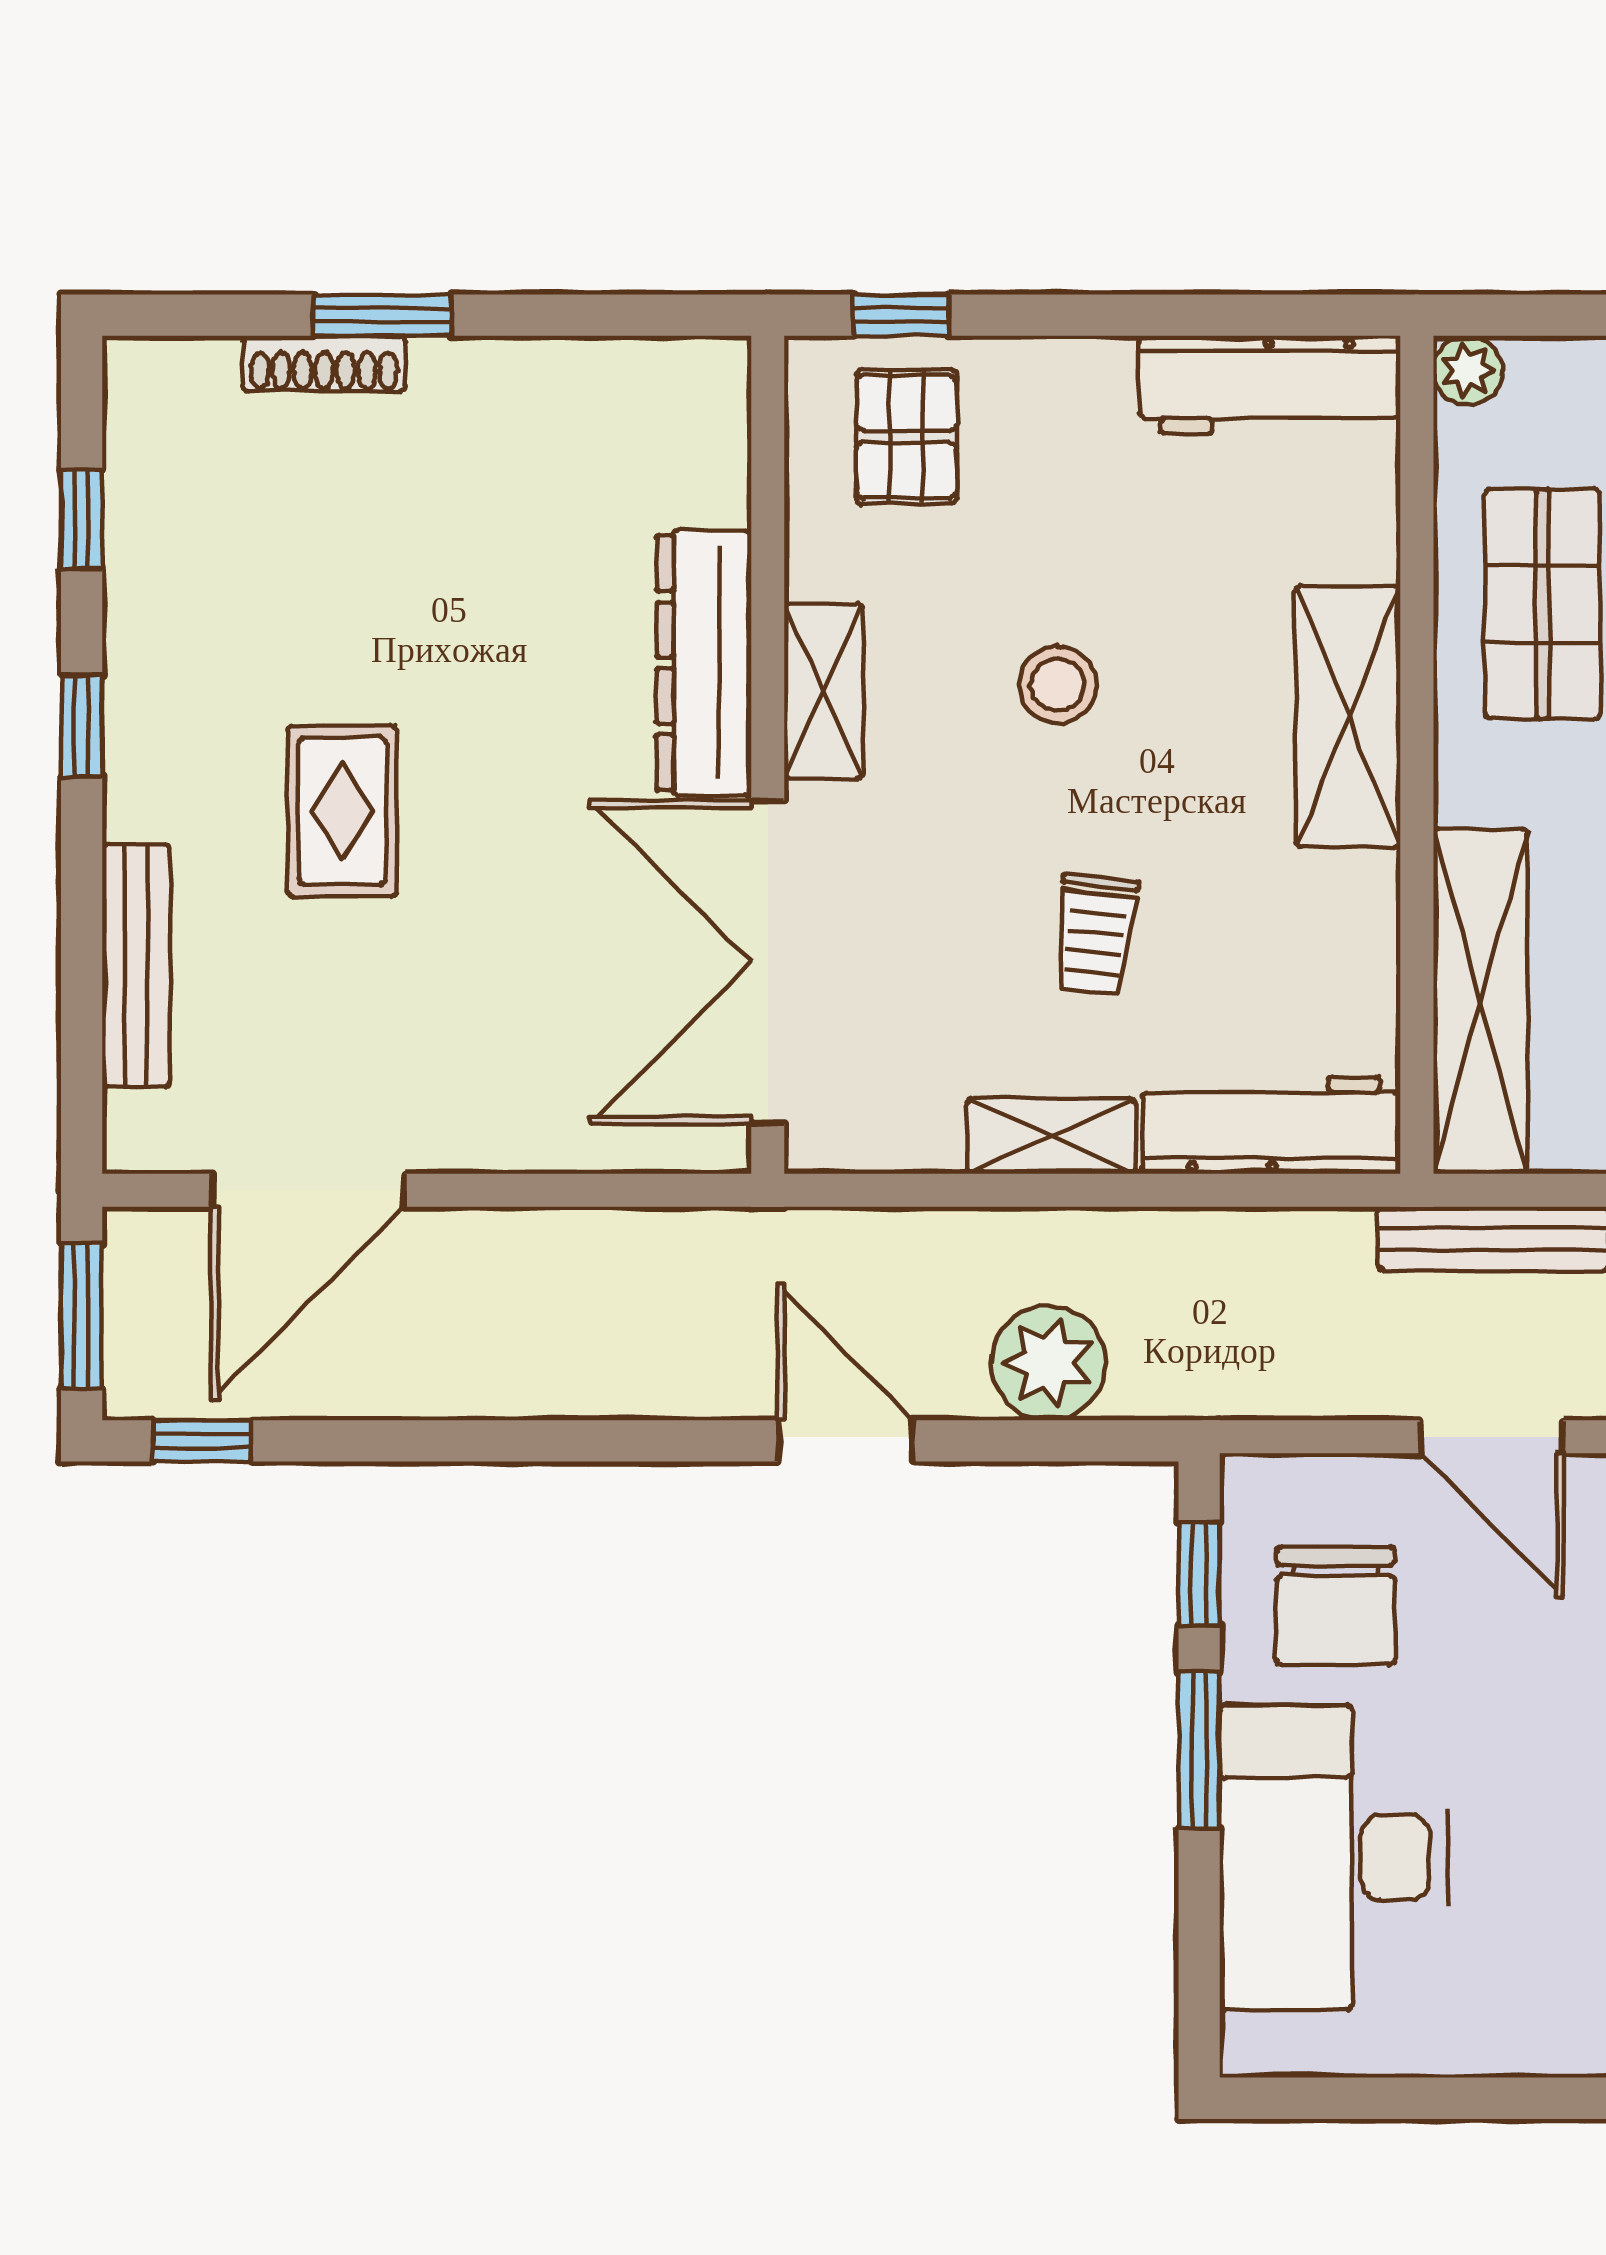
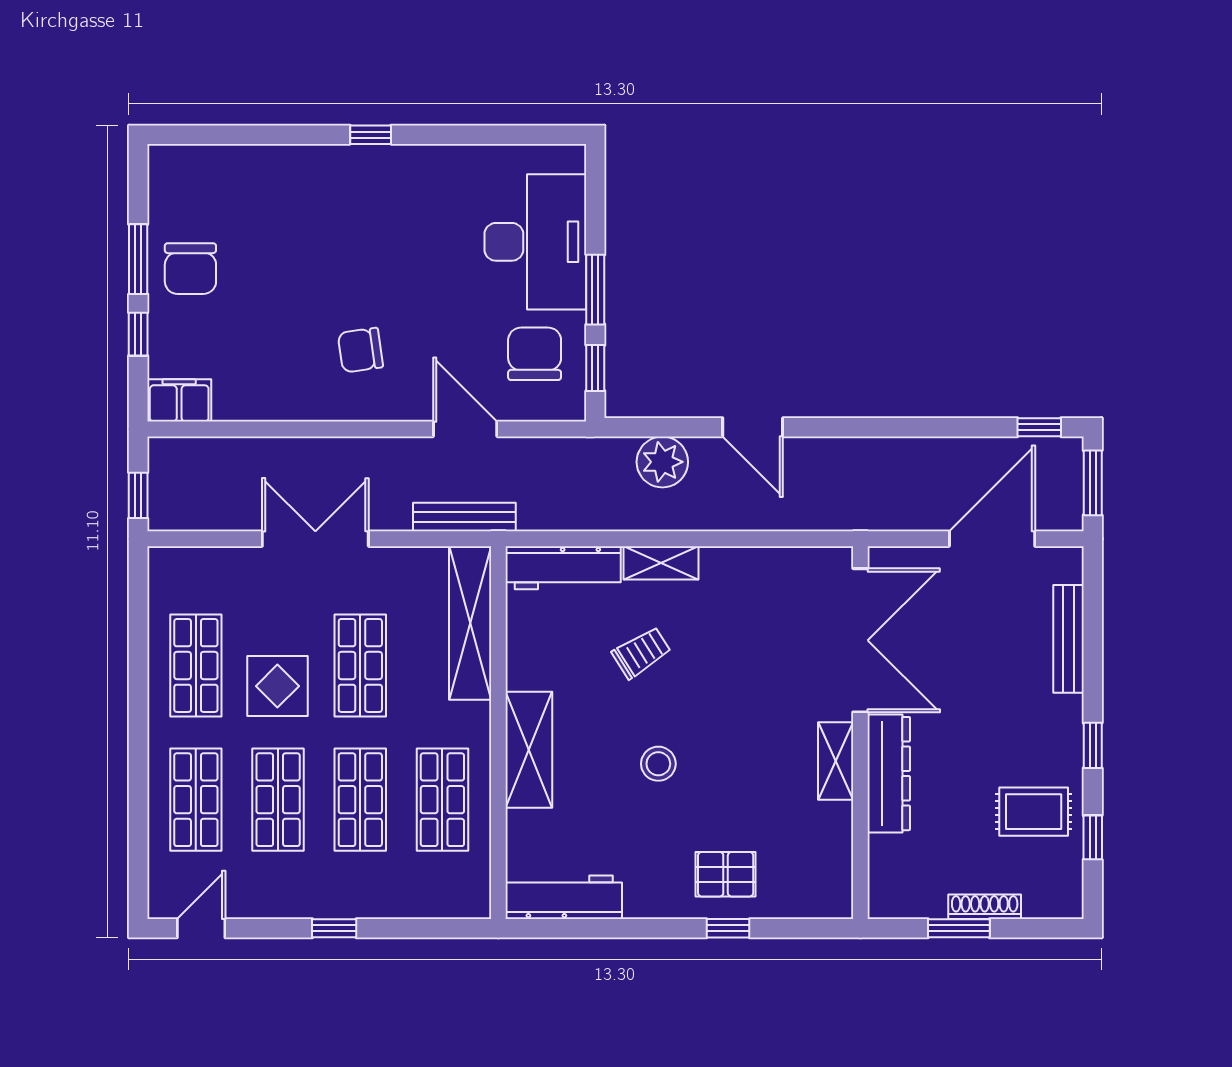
plant: (1468, 370) -> (476, 904), removed
pallet: (906, 437) -> (726, 874), turned 90
dresser: (704, 663) -> (889, 774), moved
shelving: (824, 691) -> (836, 761), moved
wall: (768, 755) -> (860, 733), moved
rug: (342, 811) -> (1034, 812), moved, turned 90
trolley: (1095, 935) -> (641, 653), turned 52
double door: (768, 962) -> (860, 640), moved

